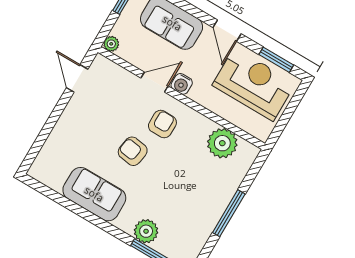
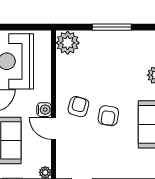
armchair: (162, 124) -> (78, 107), turned 106
plant: (222, 143) -> (68, 43), moved

